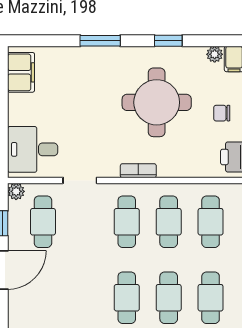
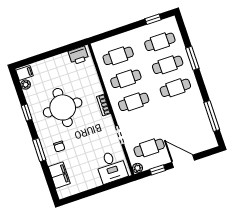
filing cabinet: (21, 72) -> (59, 175), moved, turned 90
chair: (222, 113) -> (59, 147), moved

